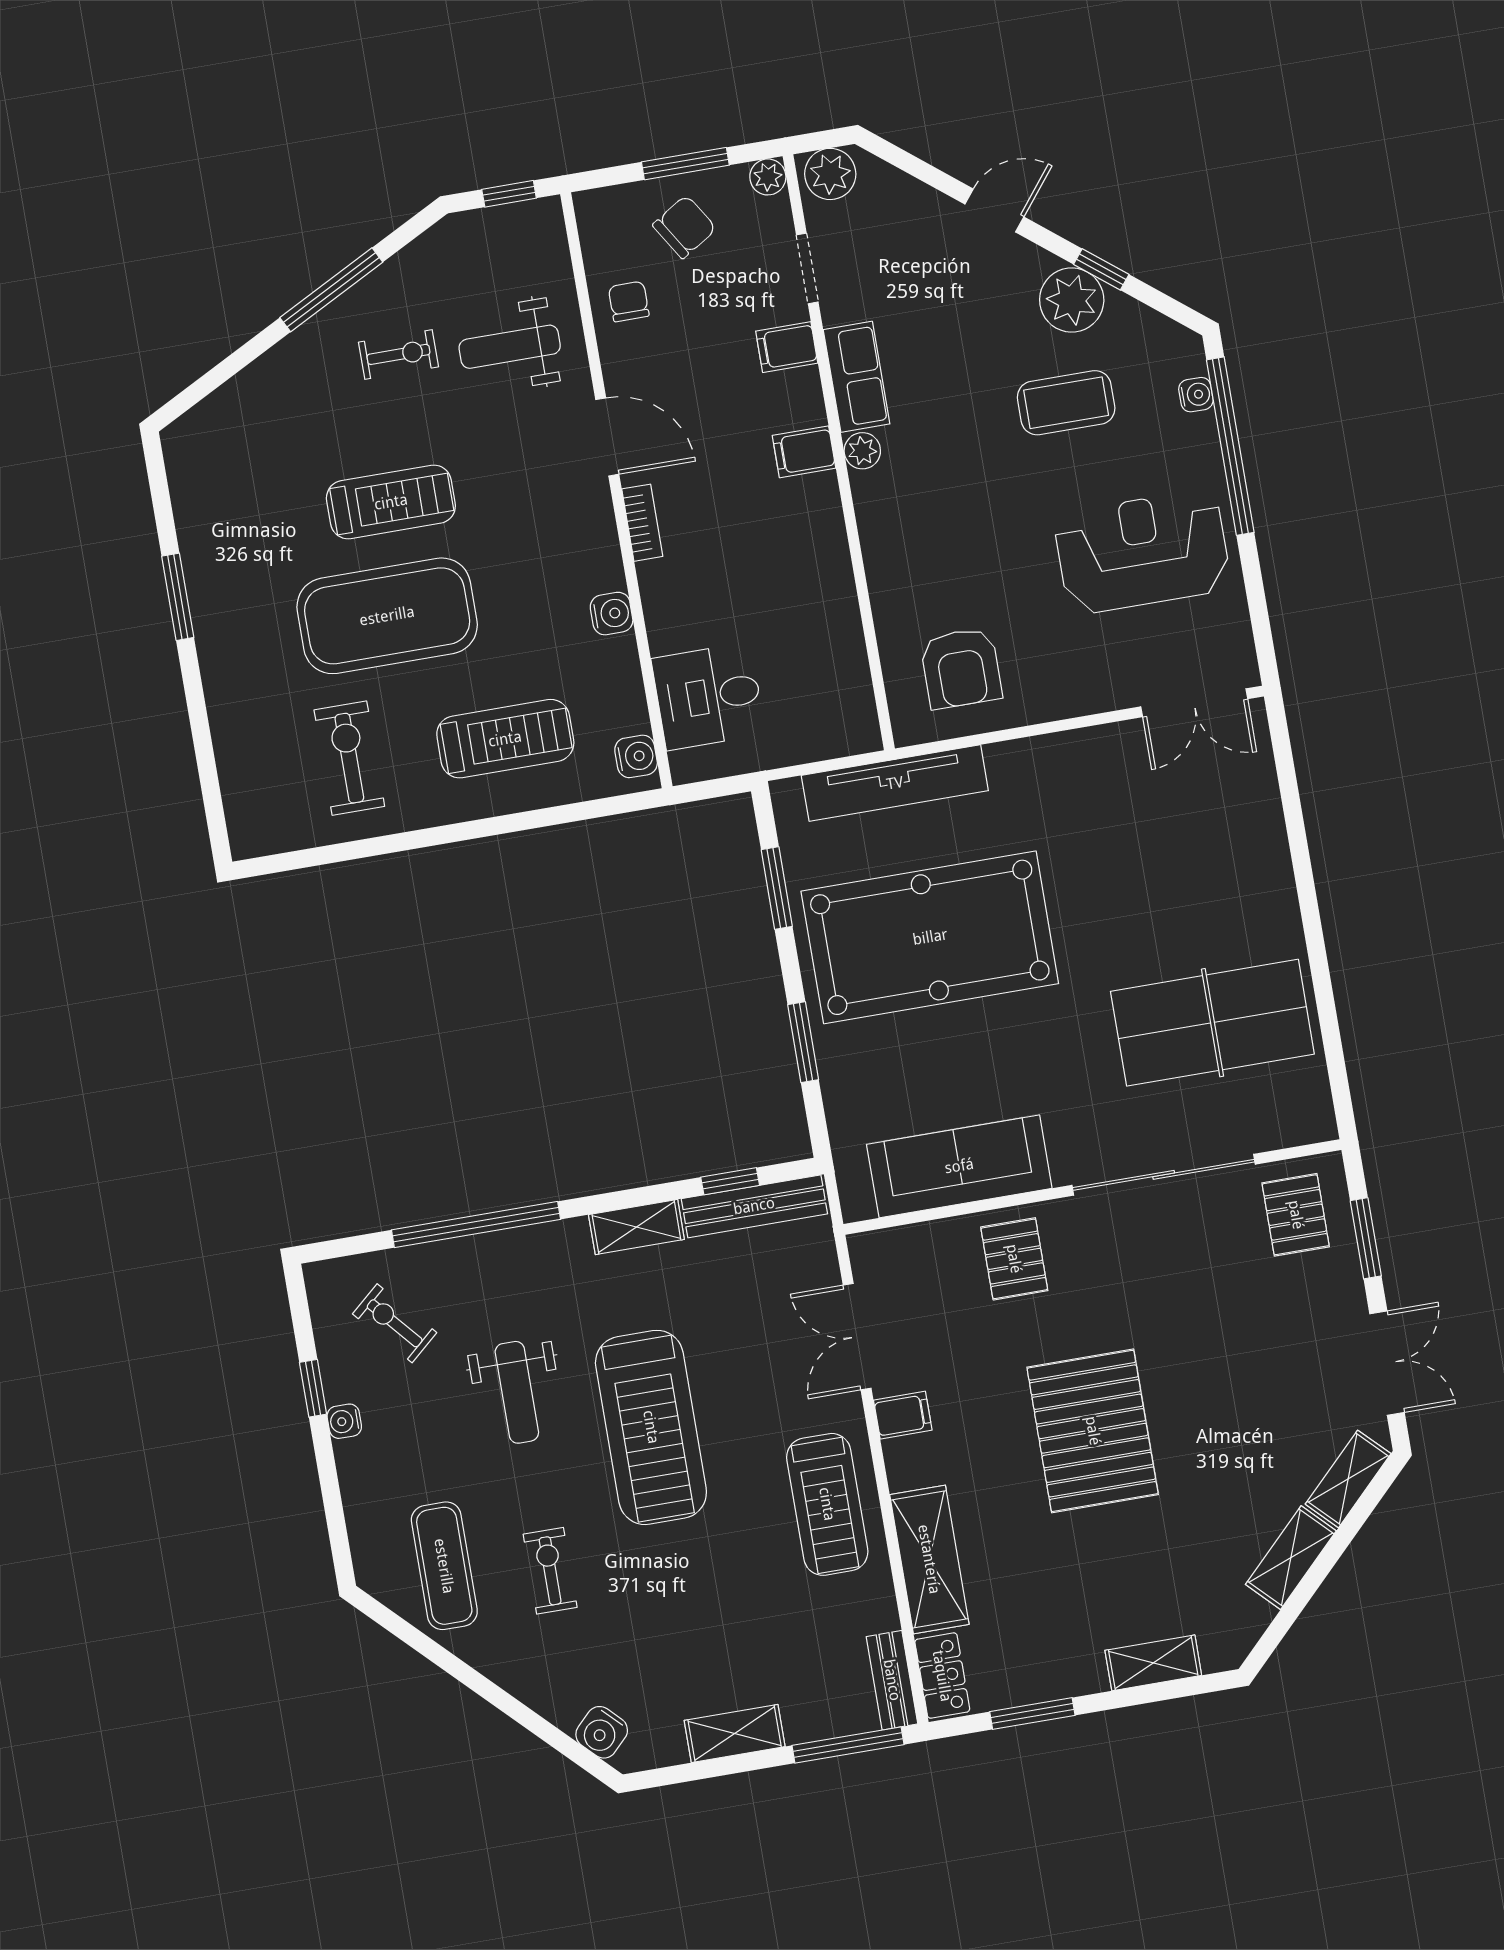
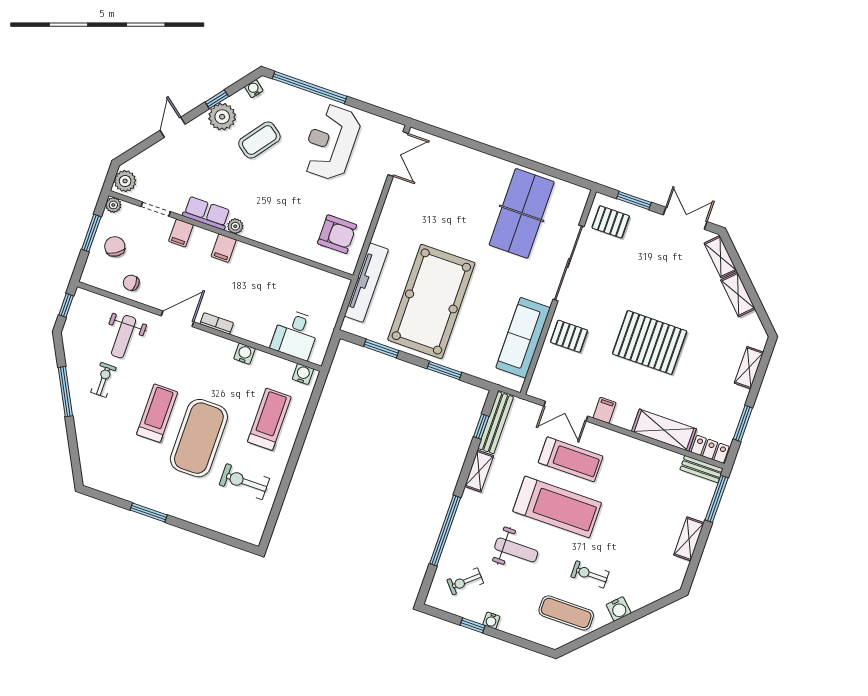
water cooler: (1196, 395) -> (254, 89), moved, turned -51
coffee table: (1066, 403) -> (259, 140), turned 37
treadmill: (827, 1504) -> (571, 459), moved
water cooler: (602, 1732) -> (619, 609), moved

